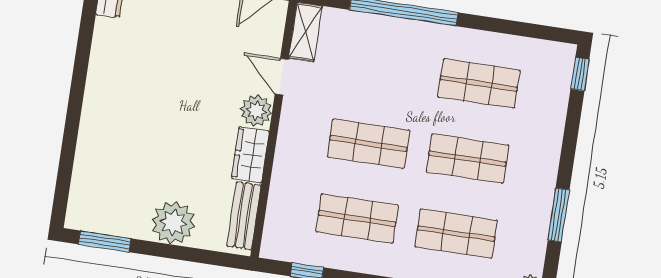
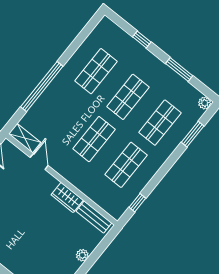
window: (580, 74) -> (142, 39), moved
door: (282, 77) -> (39, 161), swing flipped
plant: (256, 111) -> (48, 183), removed
plant: (173, 223) -> (82, 255), width x0.53, depth x0.53

